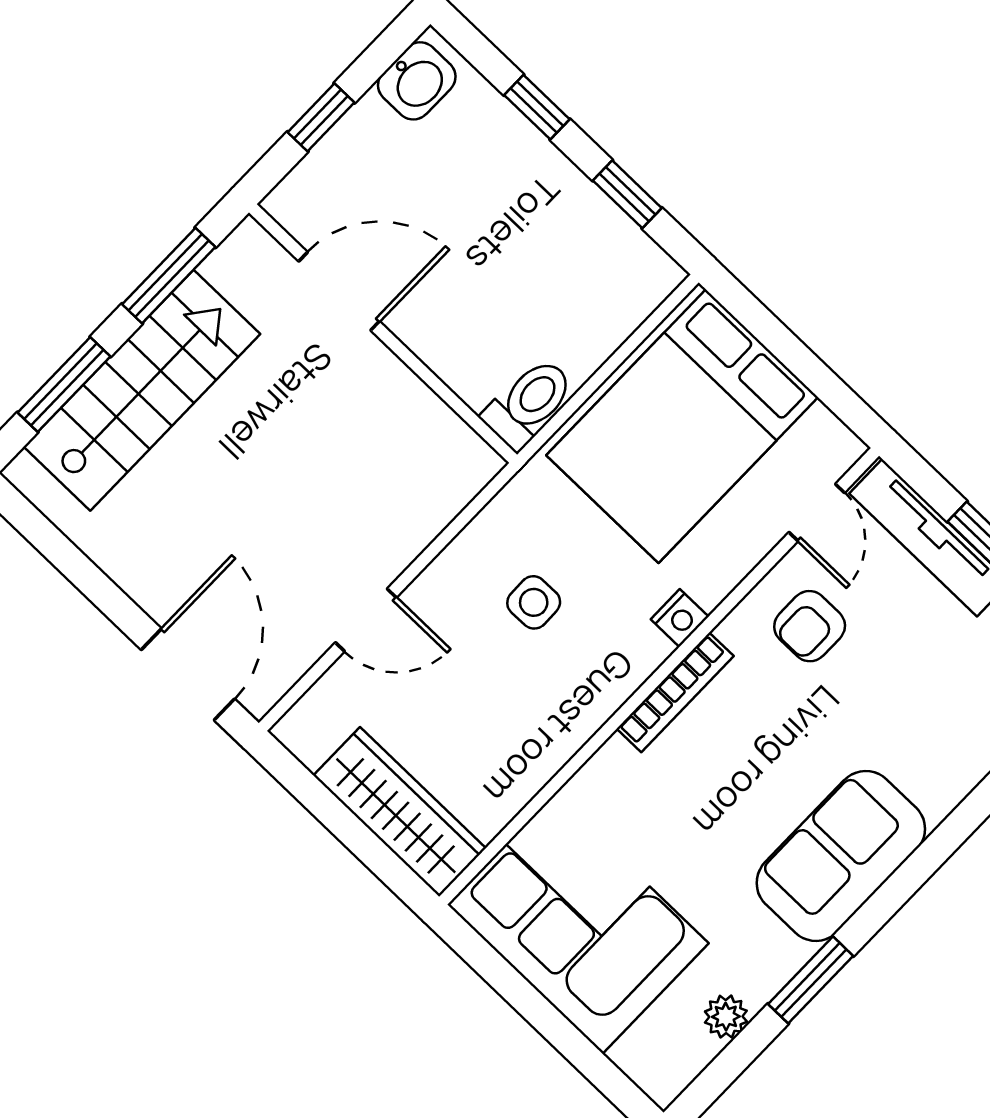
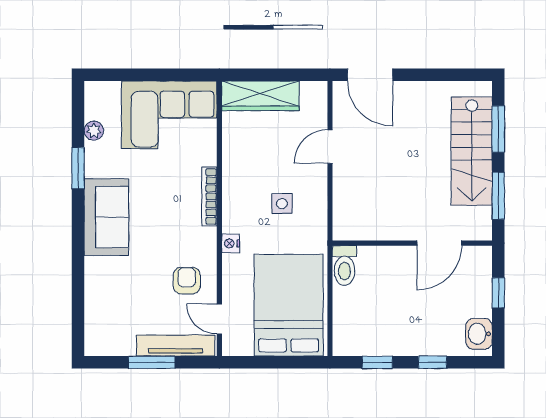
bookcase: (675, 692) -> (209, 196), moved

